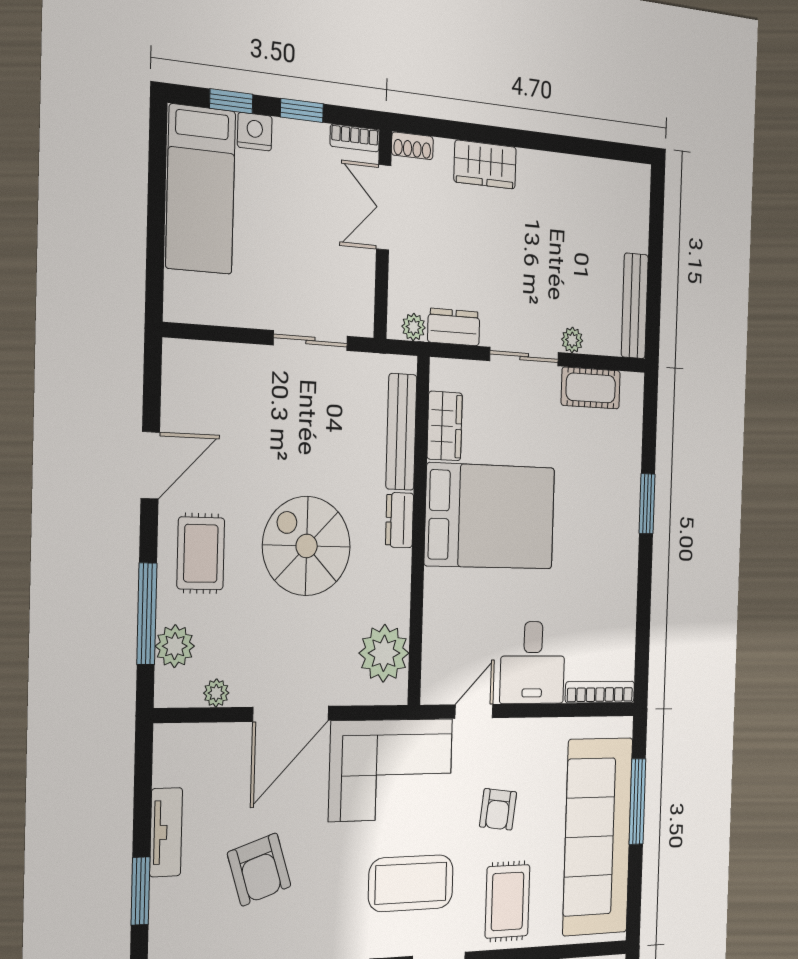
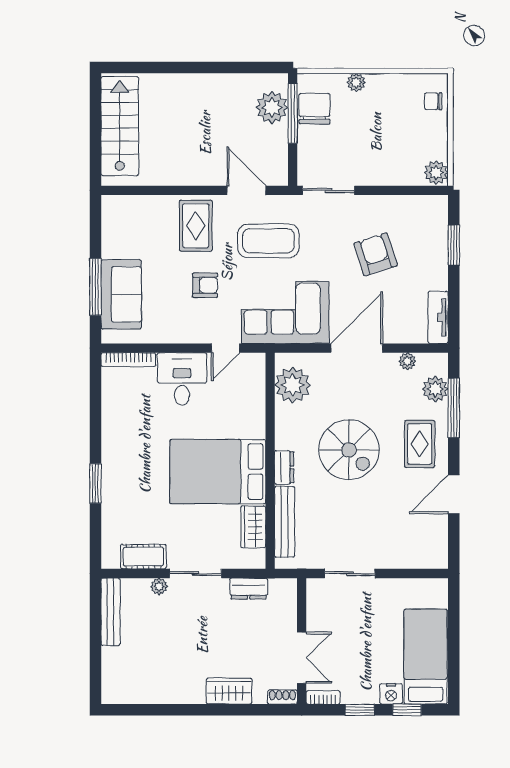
plant: (414, 327) -> (278, 587), removed
armchair: (498, 809) -> (205, 285), turned 83
tv unit: (166, 832) -> (438, 317), moved
sofa: (598, 836) -> (121, 294), width x0.54, depth x0.79

